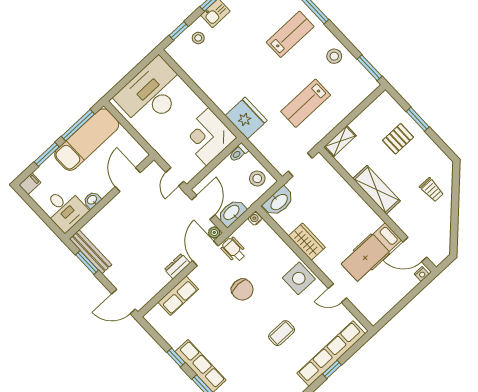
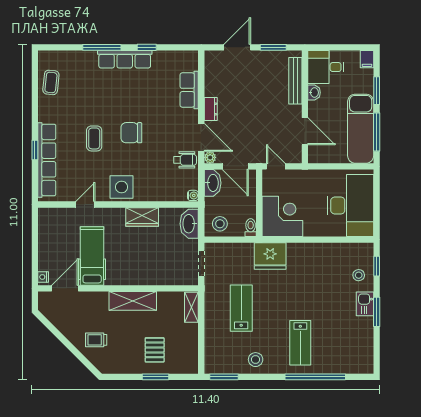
bench: (91, 252) -> (295, 81), moved, turned 90
chair: (242, 290) -> (131, 133), moved
door: (123, 301) -> (237, 47), moved

